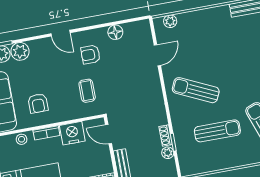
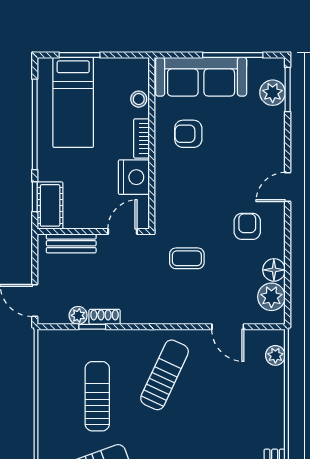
plant: (20, 51) -> (271, 297), moved
coffee table: (87, 91) -> (187, 258), moved
sun lounger: (217, 131) -> (97, 396), turned 180

